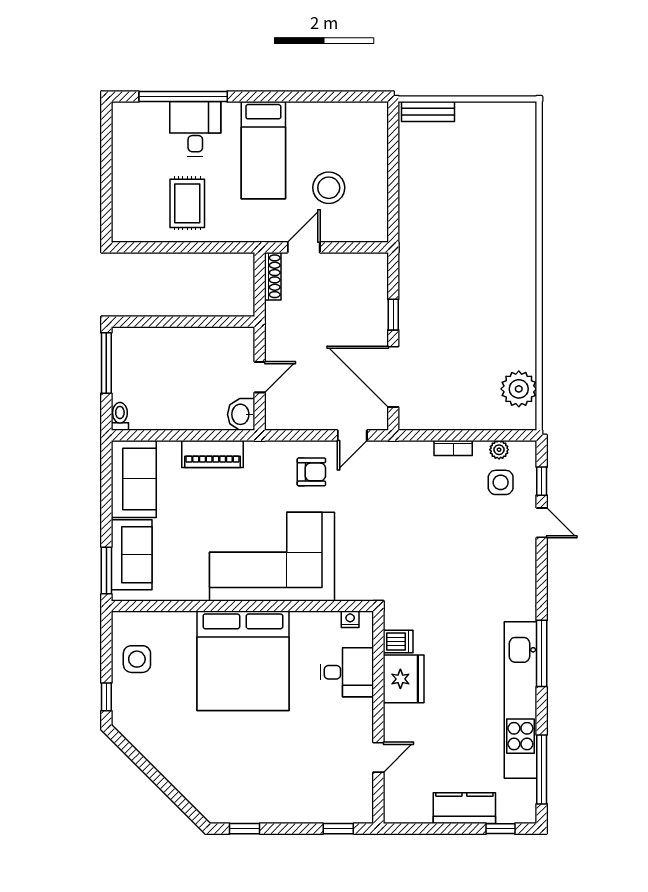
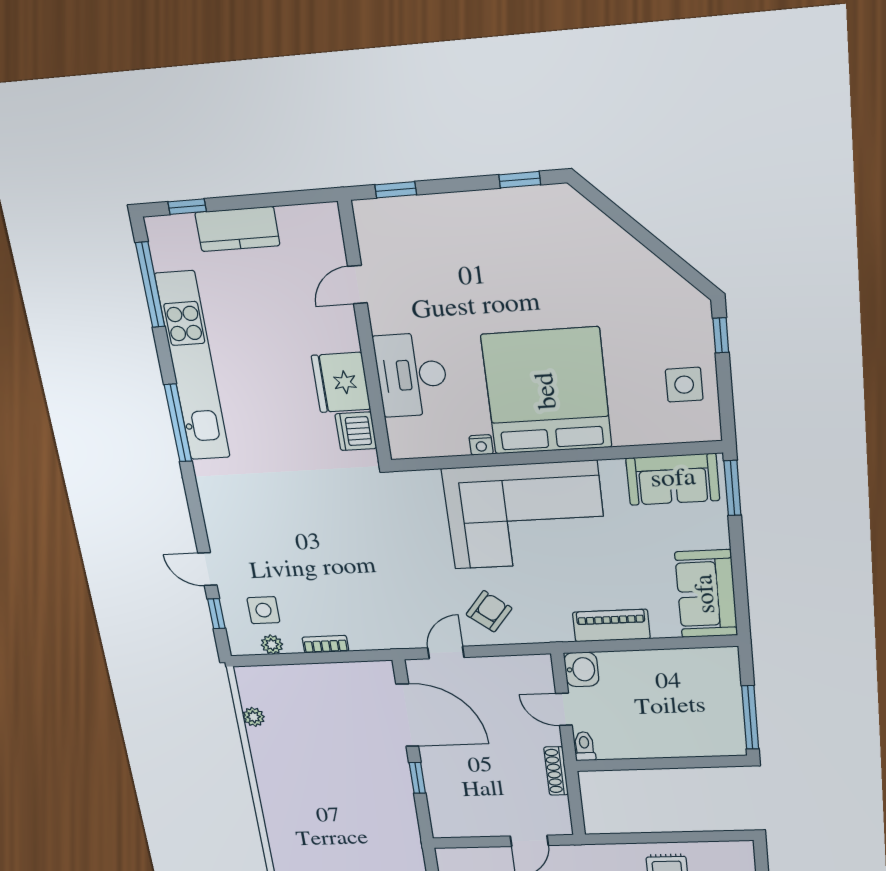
shoe rack: (273, 276) -> (556, 771), moved
door: (260, 377) -> (564, 709), hinge flipped
plant: (519, 389) -> (254, 717), width x0.53, depth x0.53
toilet: (120, 416) -> (584, 746), moved, turned 180
armchair: (311, 472) -> (489, 611), turned 129
sofa: (132, 555) -> (673, 479), moved, turned -90
nightstand: (350, 619) -> (481, 445), moved
dishwasher: (398, 642) -> (356, 431), width x1.38
desk: (347, 672) -> (412, 375), width x1.37

